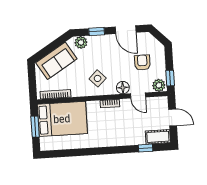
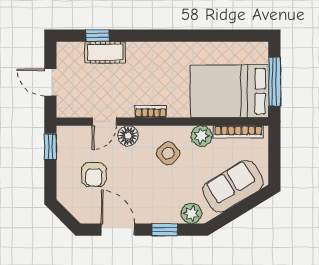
plant: (159, 85) -> (201, 136), moved
door: (138, 95) -> (104, 122), swing flipped
window: (35, 127) -> (274, 81), width x1.44
cot: (158, 137) -> (105, 52), moved

